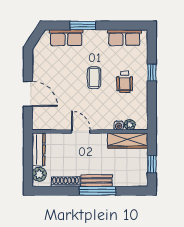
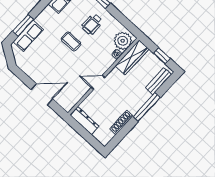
window: (83, 25) -> (23, 25), moved
wheelchair: (125, 82) -> (92, 24), turned 90
plant: (130, 125) -> (123, 41), width x1.87, depth x1.87
plant: (39, 174) -> (101, 135), removed
bench: (96, 181) -> (158, 81), moved

